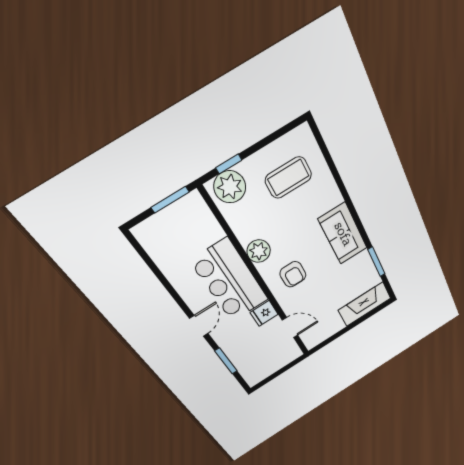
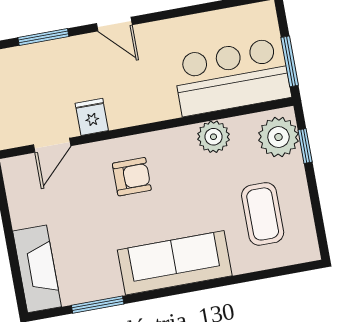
sofa: (343, 234) -> (175, 263), width x1.36
plant: (259, 251) -> (213, 137), moved
armchair: (293, 274) -> (132, 177), turned 180
bar counter: (230, 281) -> (232, 77), moved

